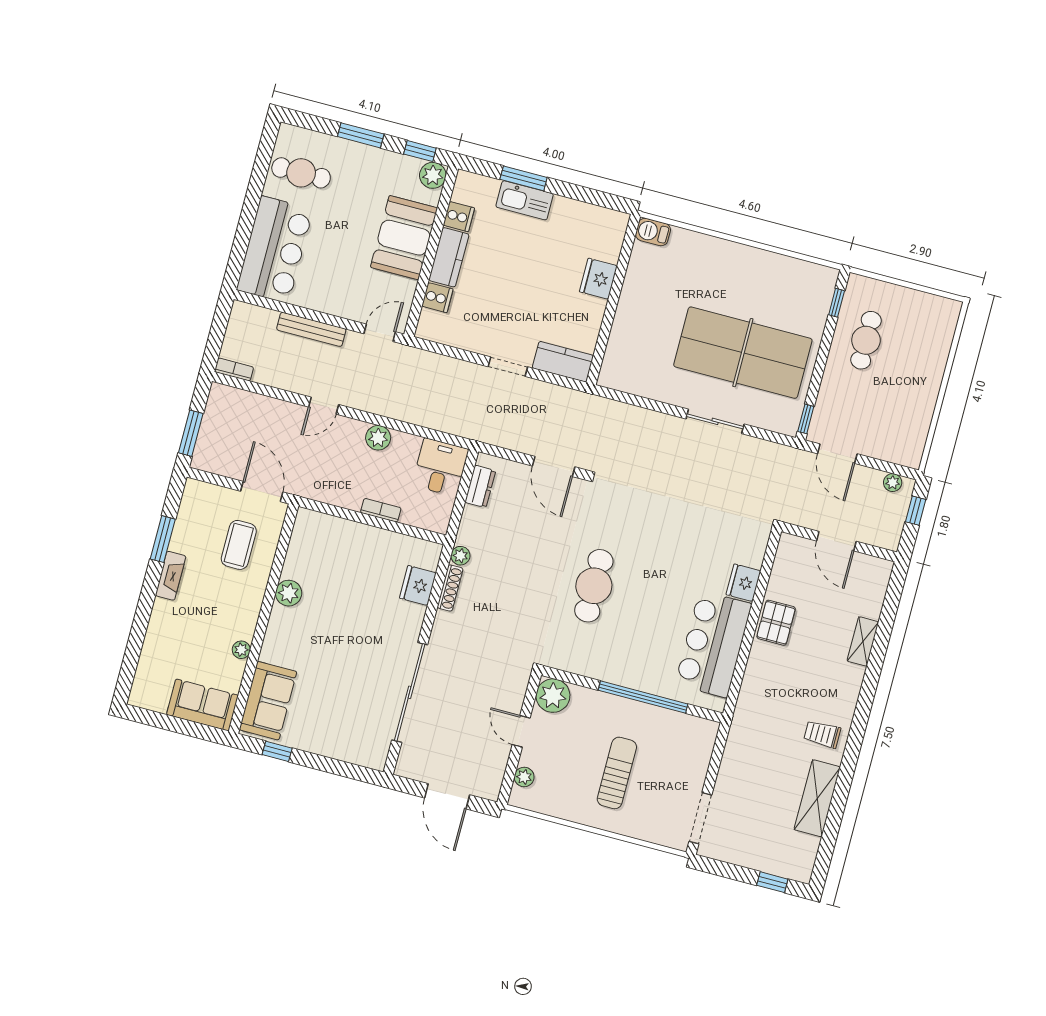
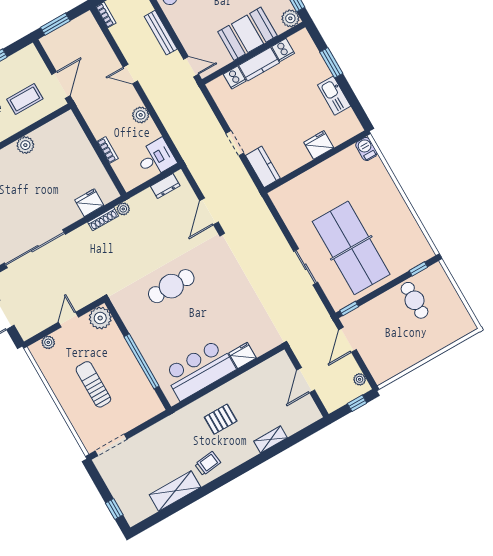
kitchen sink: (525, 200) -> (334, 96), moved
cafe table: (866, 340) -> (414, 300), turned 90
pallet: (776, 623) -> (221, 419), moved
trolley: (822, 734) -> (208, 464), turned 83
sun lounger: (617, 773) -> (93, 384), turned -90

